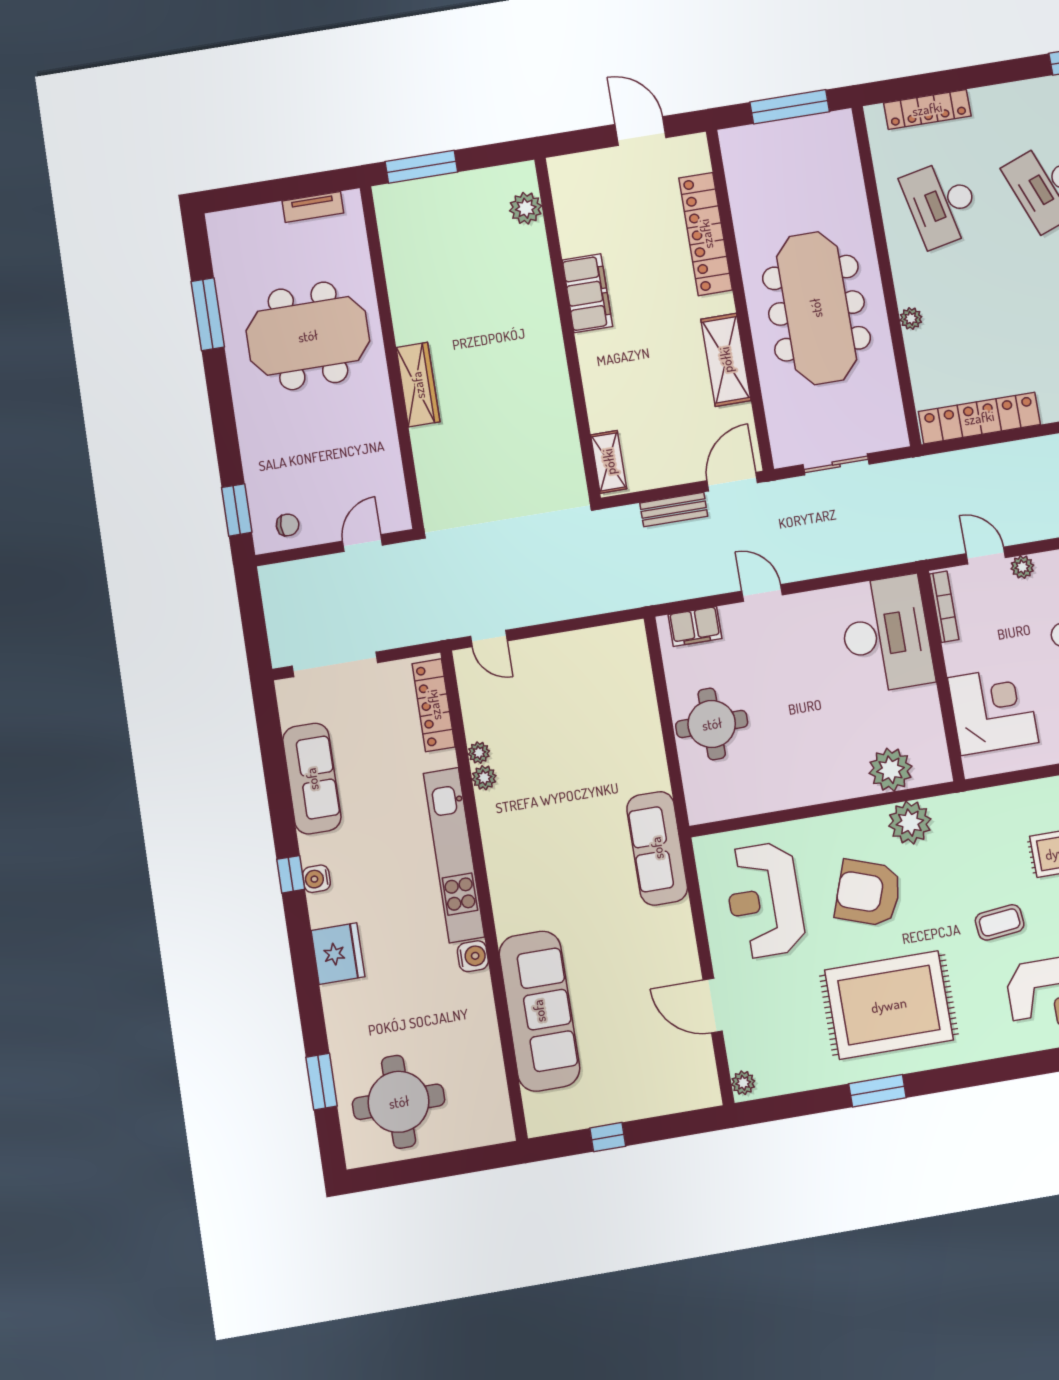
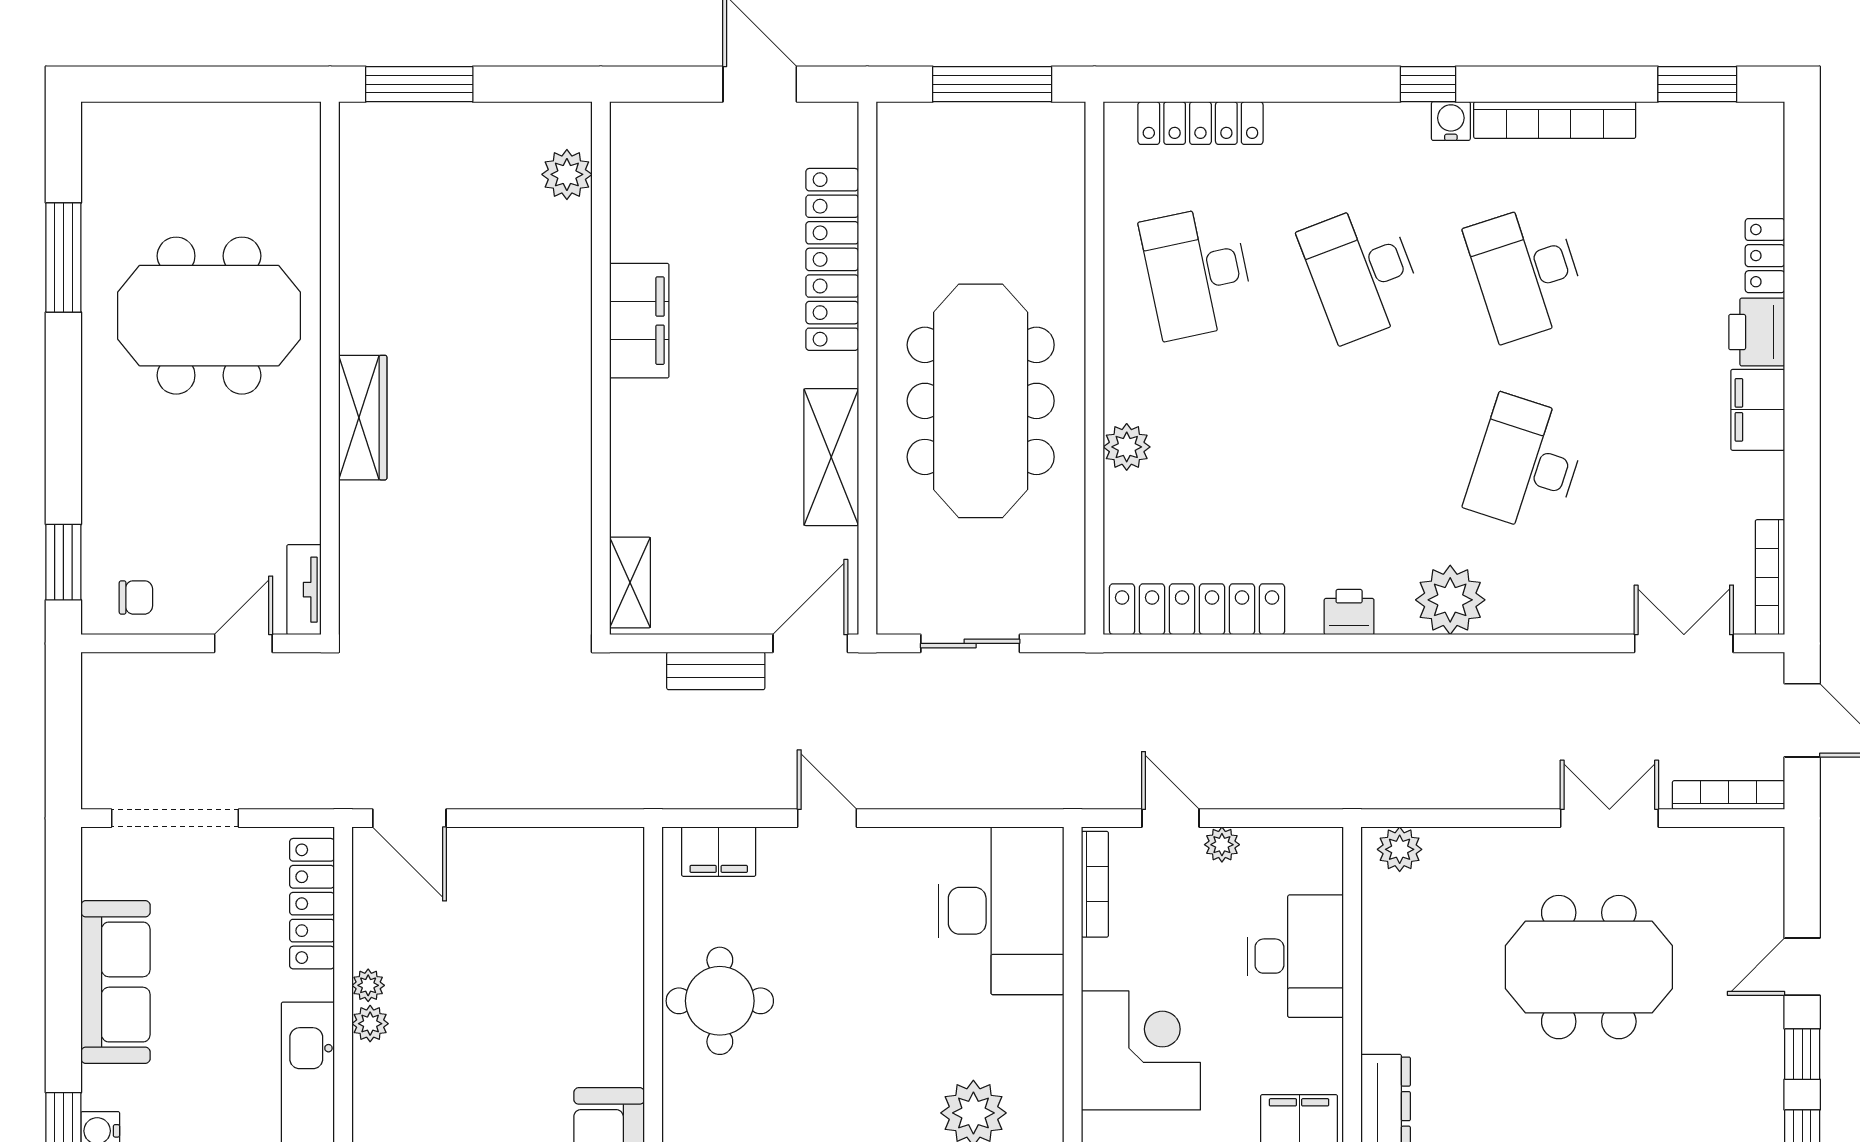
tv unit: (313, 207) -> (304, 590), moved, turned 90
plant: (911, 318) -> (1127, 447), width x1.38, depth x1.38
door: (489, 639) -> (409, 818), width x1.38

